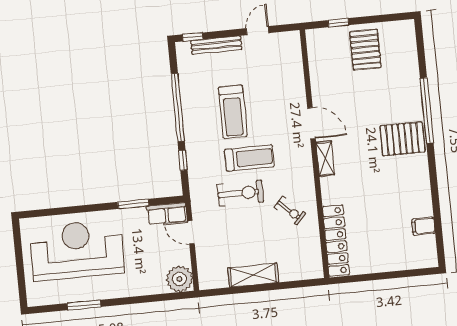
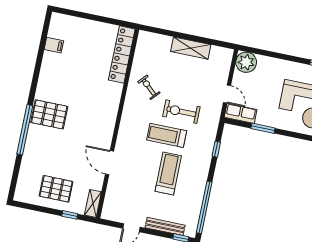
pallet: (365, 50) -> (56, 189), turned 90
window: (178, 107) -> (204, 207), moved
door: (311, 123) -> (110, 163), moved
shelving: (325, 159) -> (93, 203), moved

